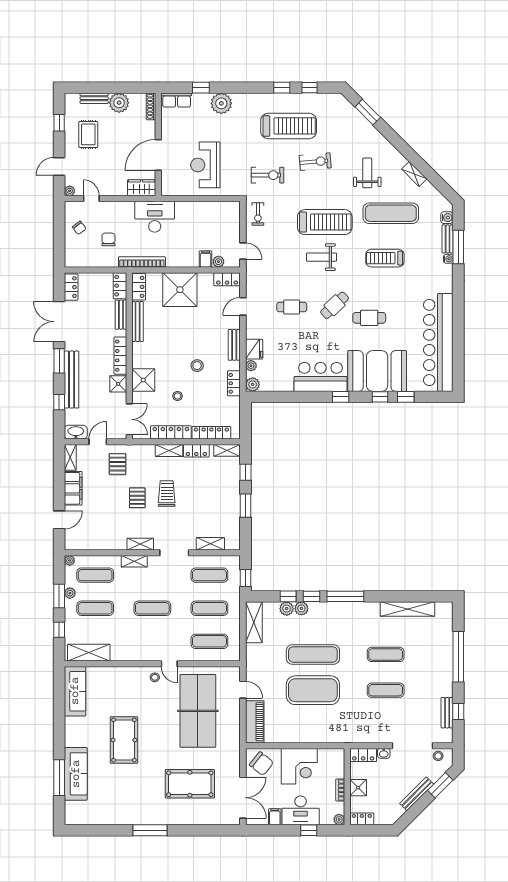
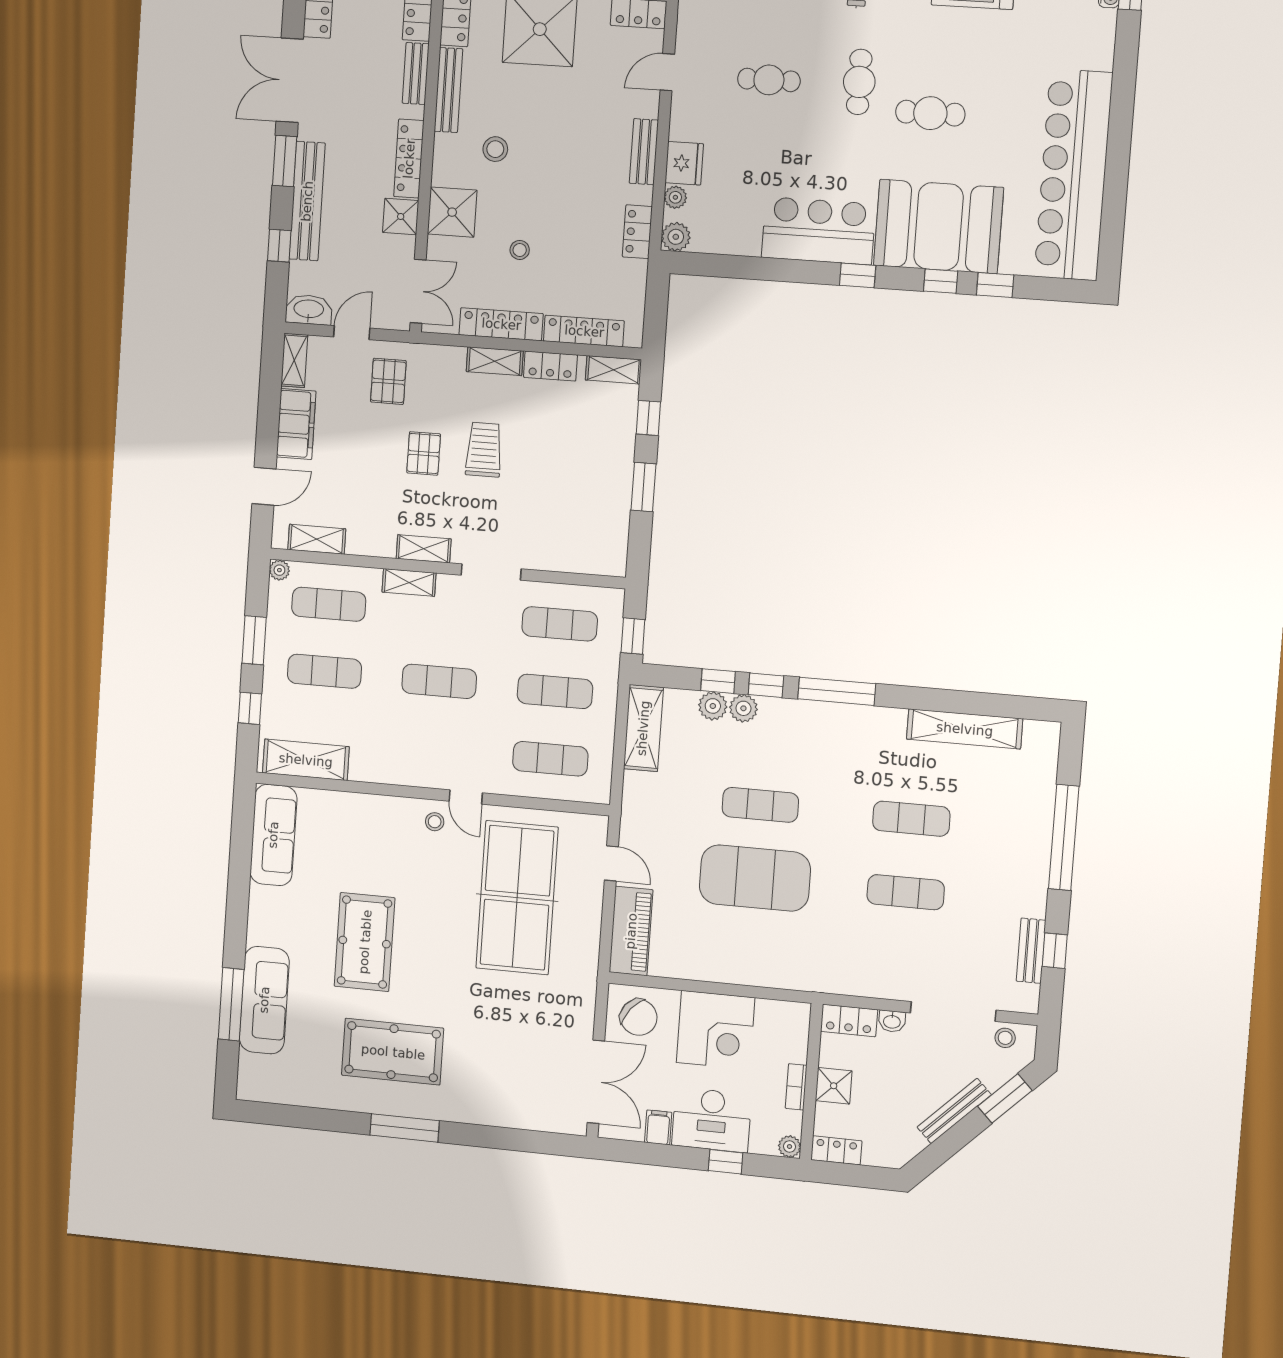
cafe table: (335, 305) -> (859, 82), turned -47
stool: (197, 366) -> (495, 149), moved
shelving: (210, 544) -> (317, 539), moved
plant: (70, 593) -> (276, 636), removed
exercise mat: (313, 654) -> (760, 805), width x0.73, depth x0.69
pool table: (190, 784) -> (393, 1052), moved

